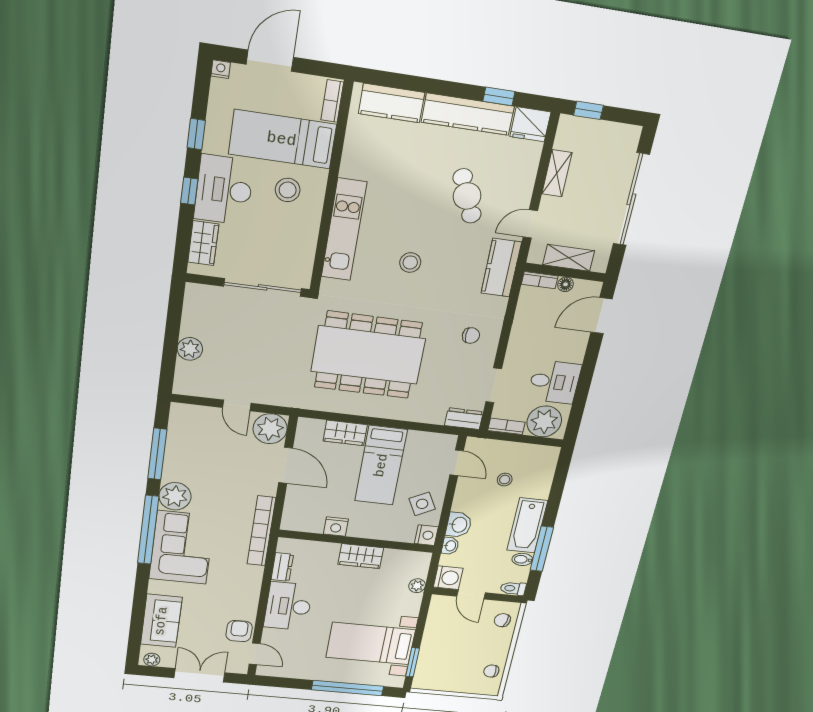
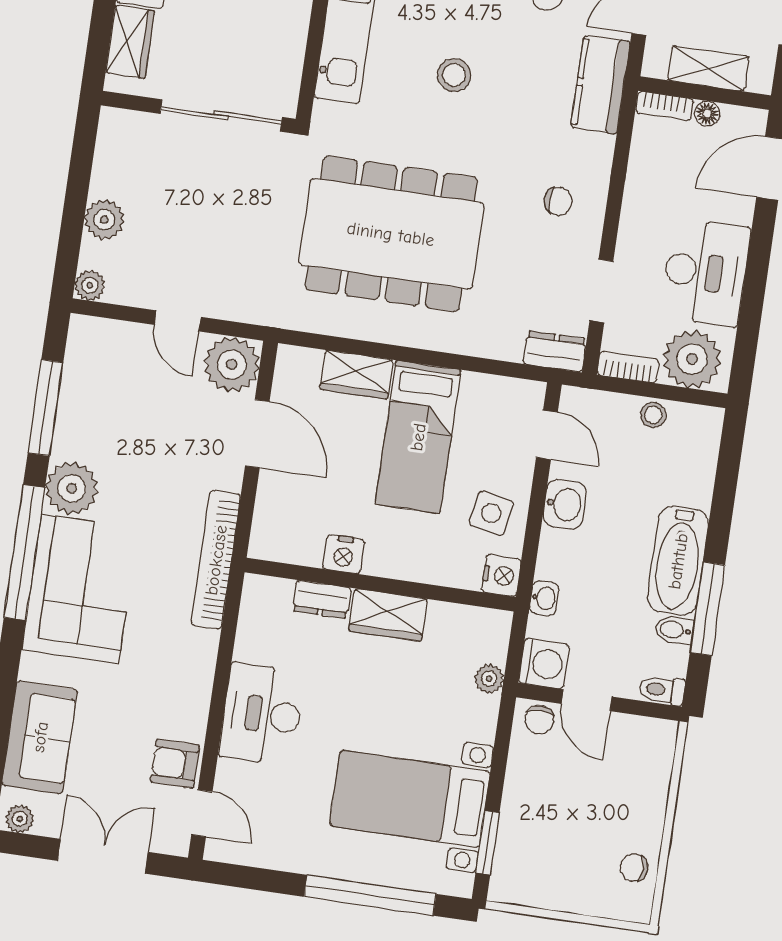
desk: (554, 382) -> (705, 272), width x1.37
plant: (182, 386) -> (90, 285), added
stool: (505, 480) -> (653, 415), moved
side table: (422, 504) -> (491, 513), turned 38
washbasin: (459, 525) -> (565, 504), moved
dresser: (282, 567) -> (322, 599), moved, turned 90
chair: (502, 620) -> (539, 720), moved, turned -103
armchair: (239, 631) -> (175, 764), turned -90

